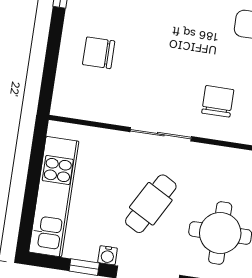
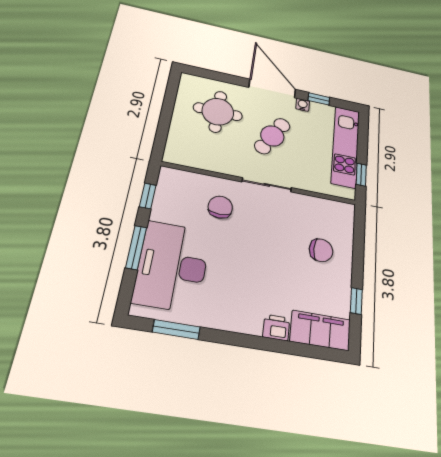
chair: (218, 101) -> (220, 207), turned 180
window: (37, 157) -> (361, 175), added

